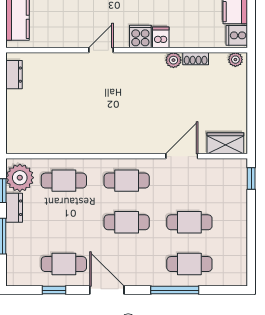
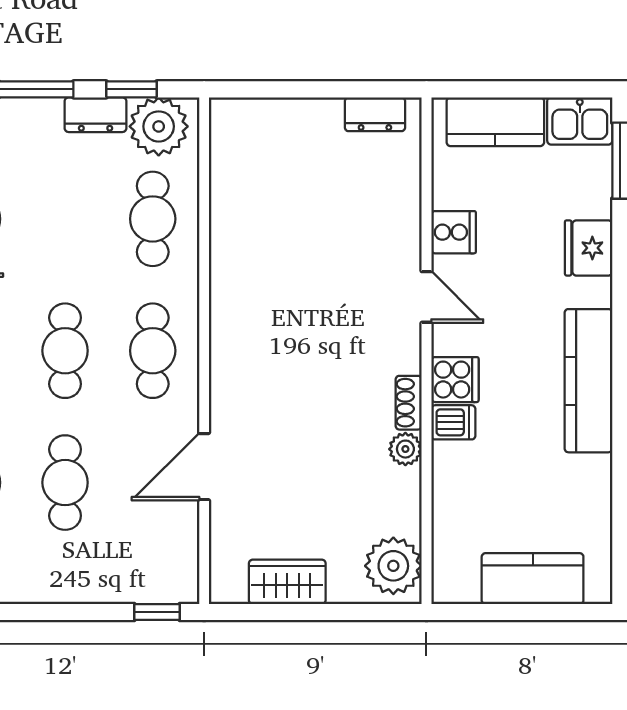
cooker: (237, 35) -> (454, 232), moved, turned 90
shoe rack: (196, 59) -> (409, 403), moved
plant: (235, 60) -> (393, 566), width x1.87, depth x1.87
wardrobe: (225, 143) -> (287, 582), moved, turned -90
door: (182, 156) -> (204, 467), swing flipped

